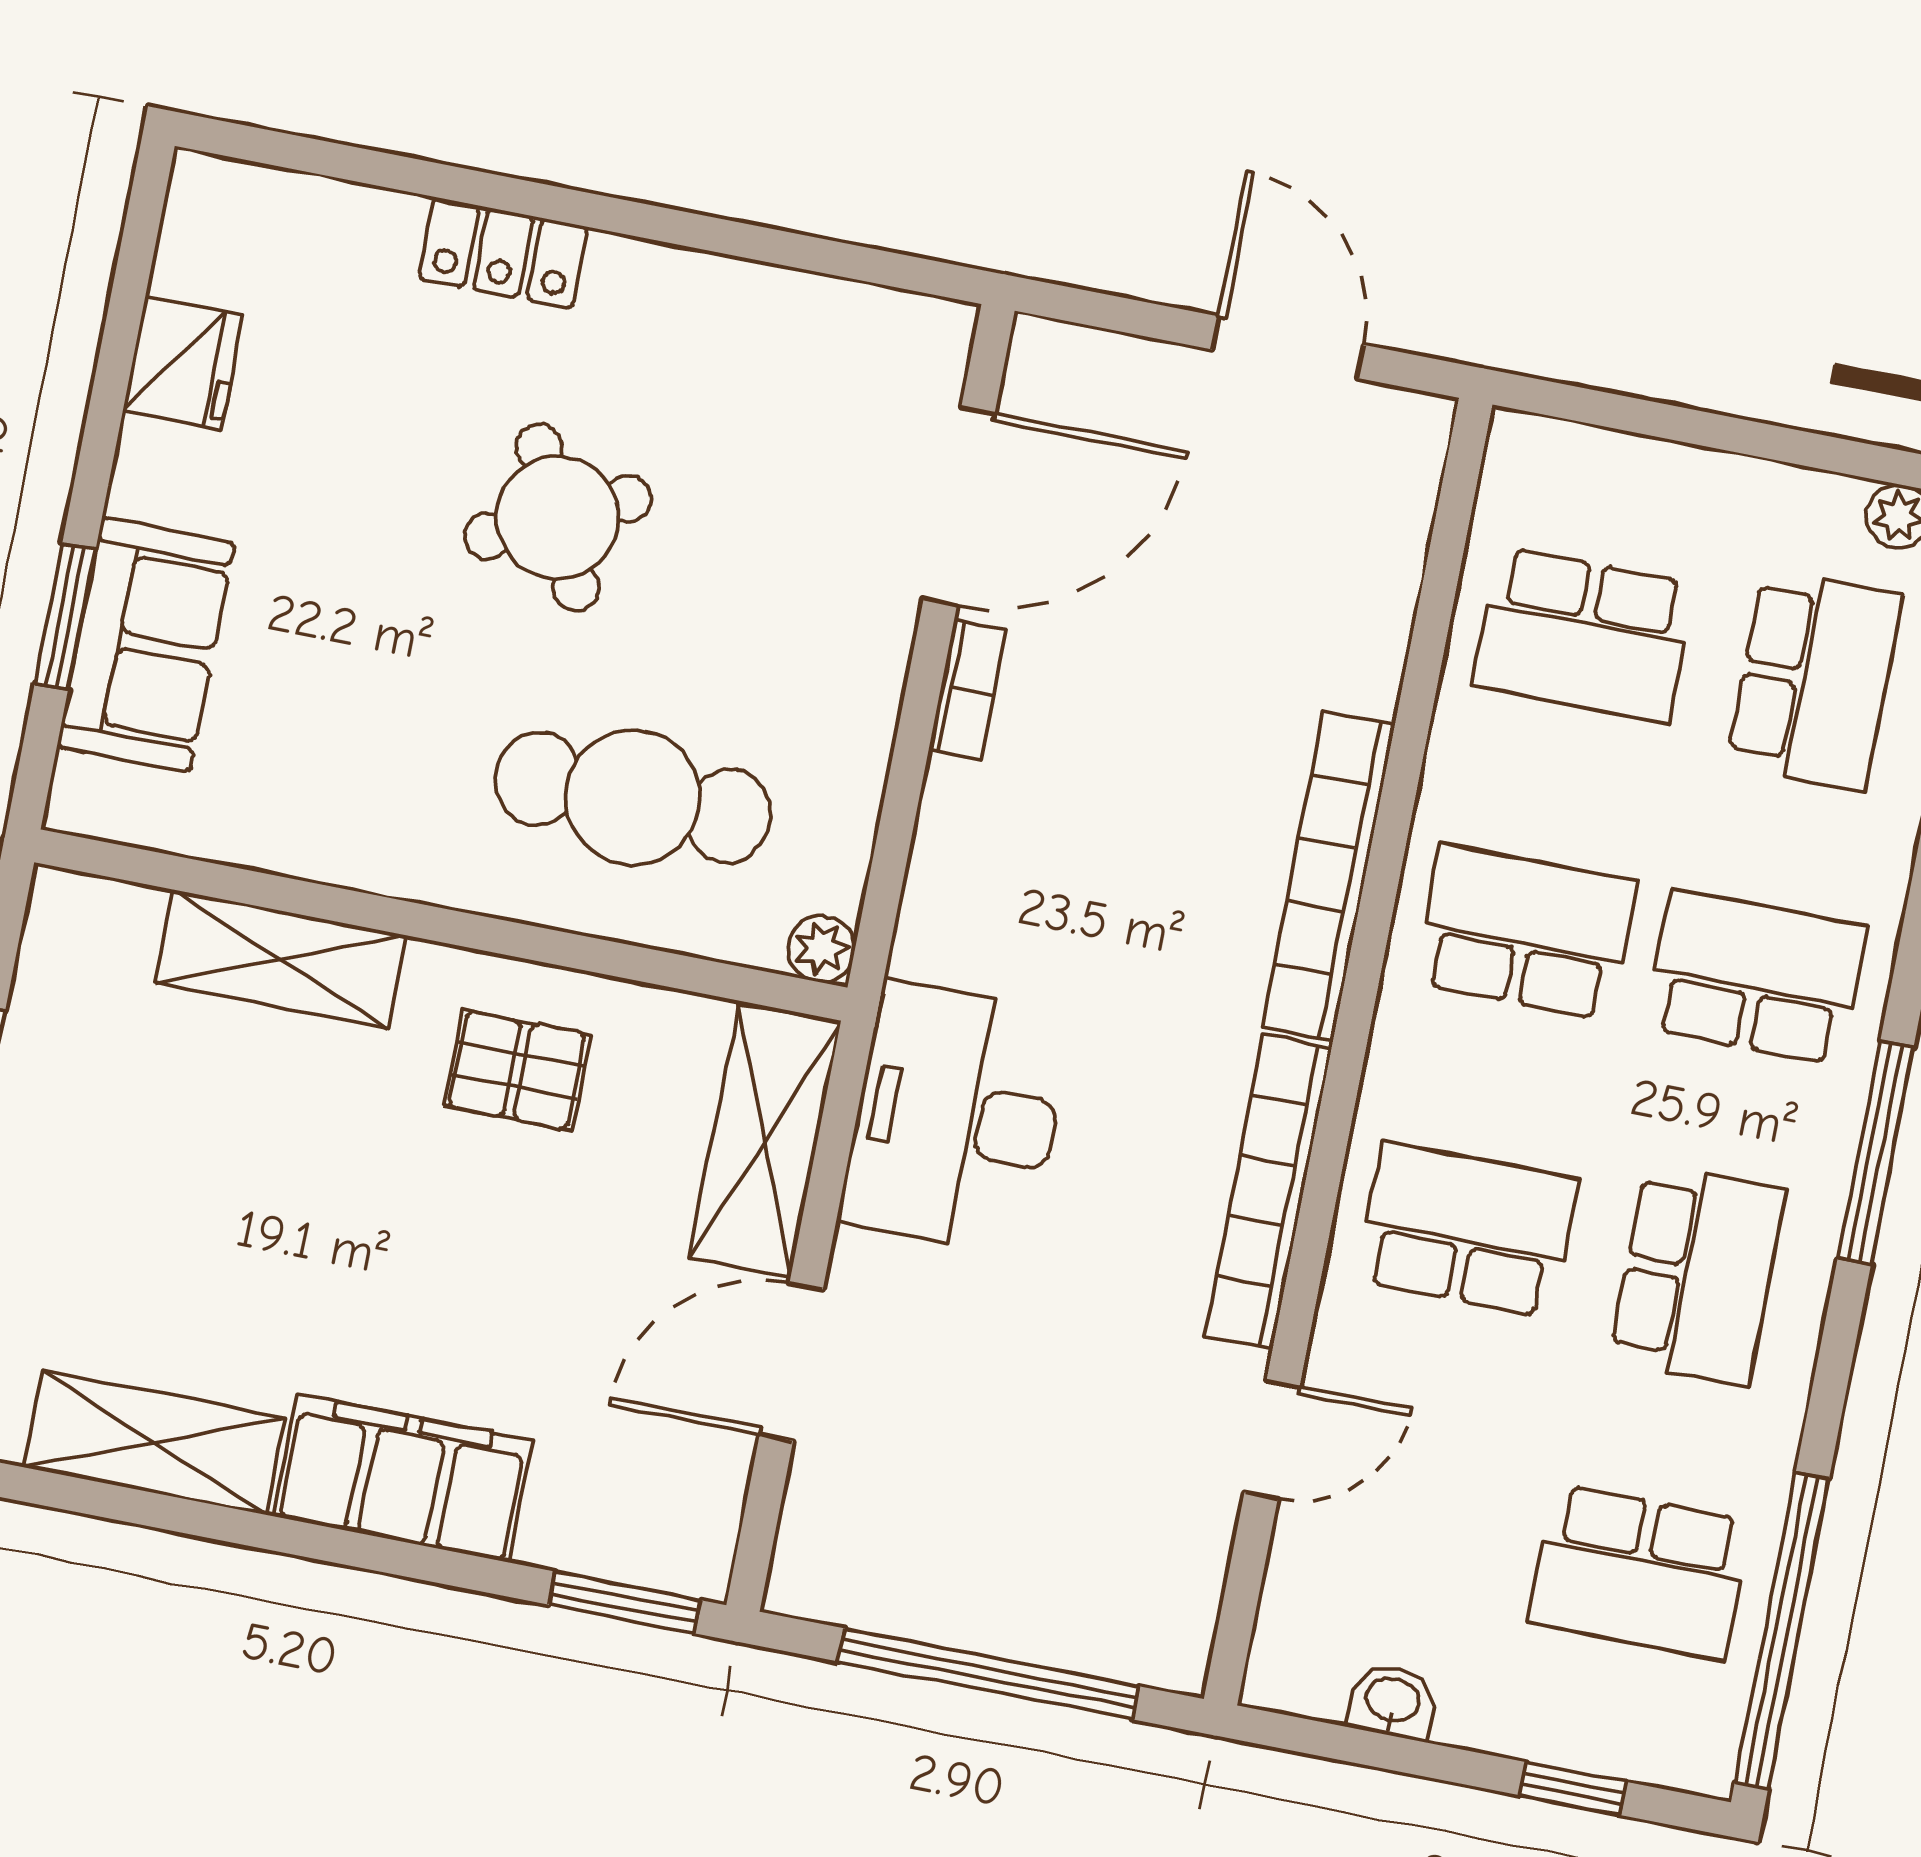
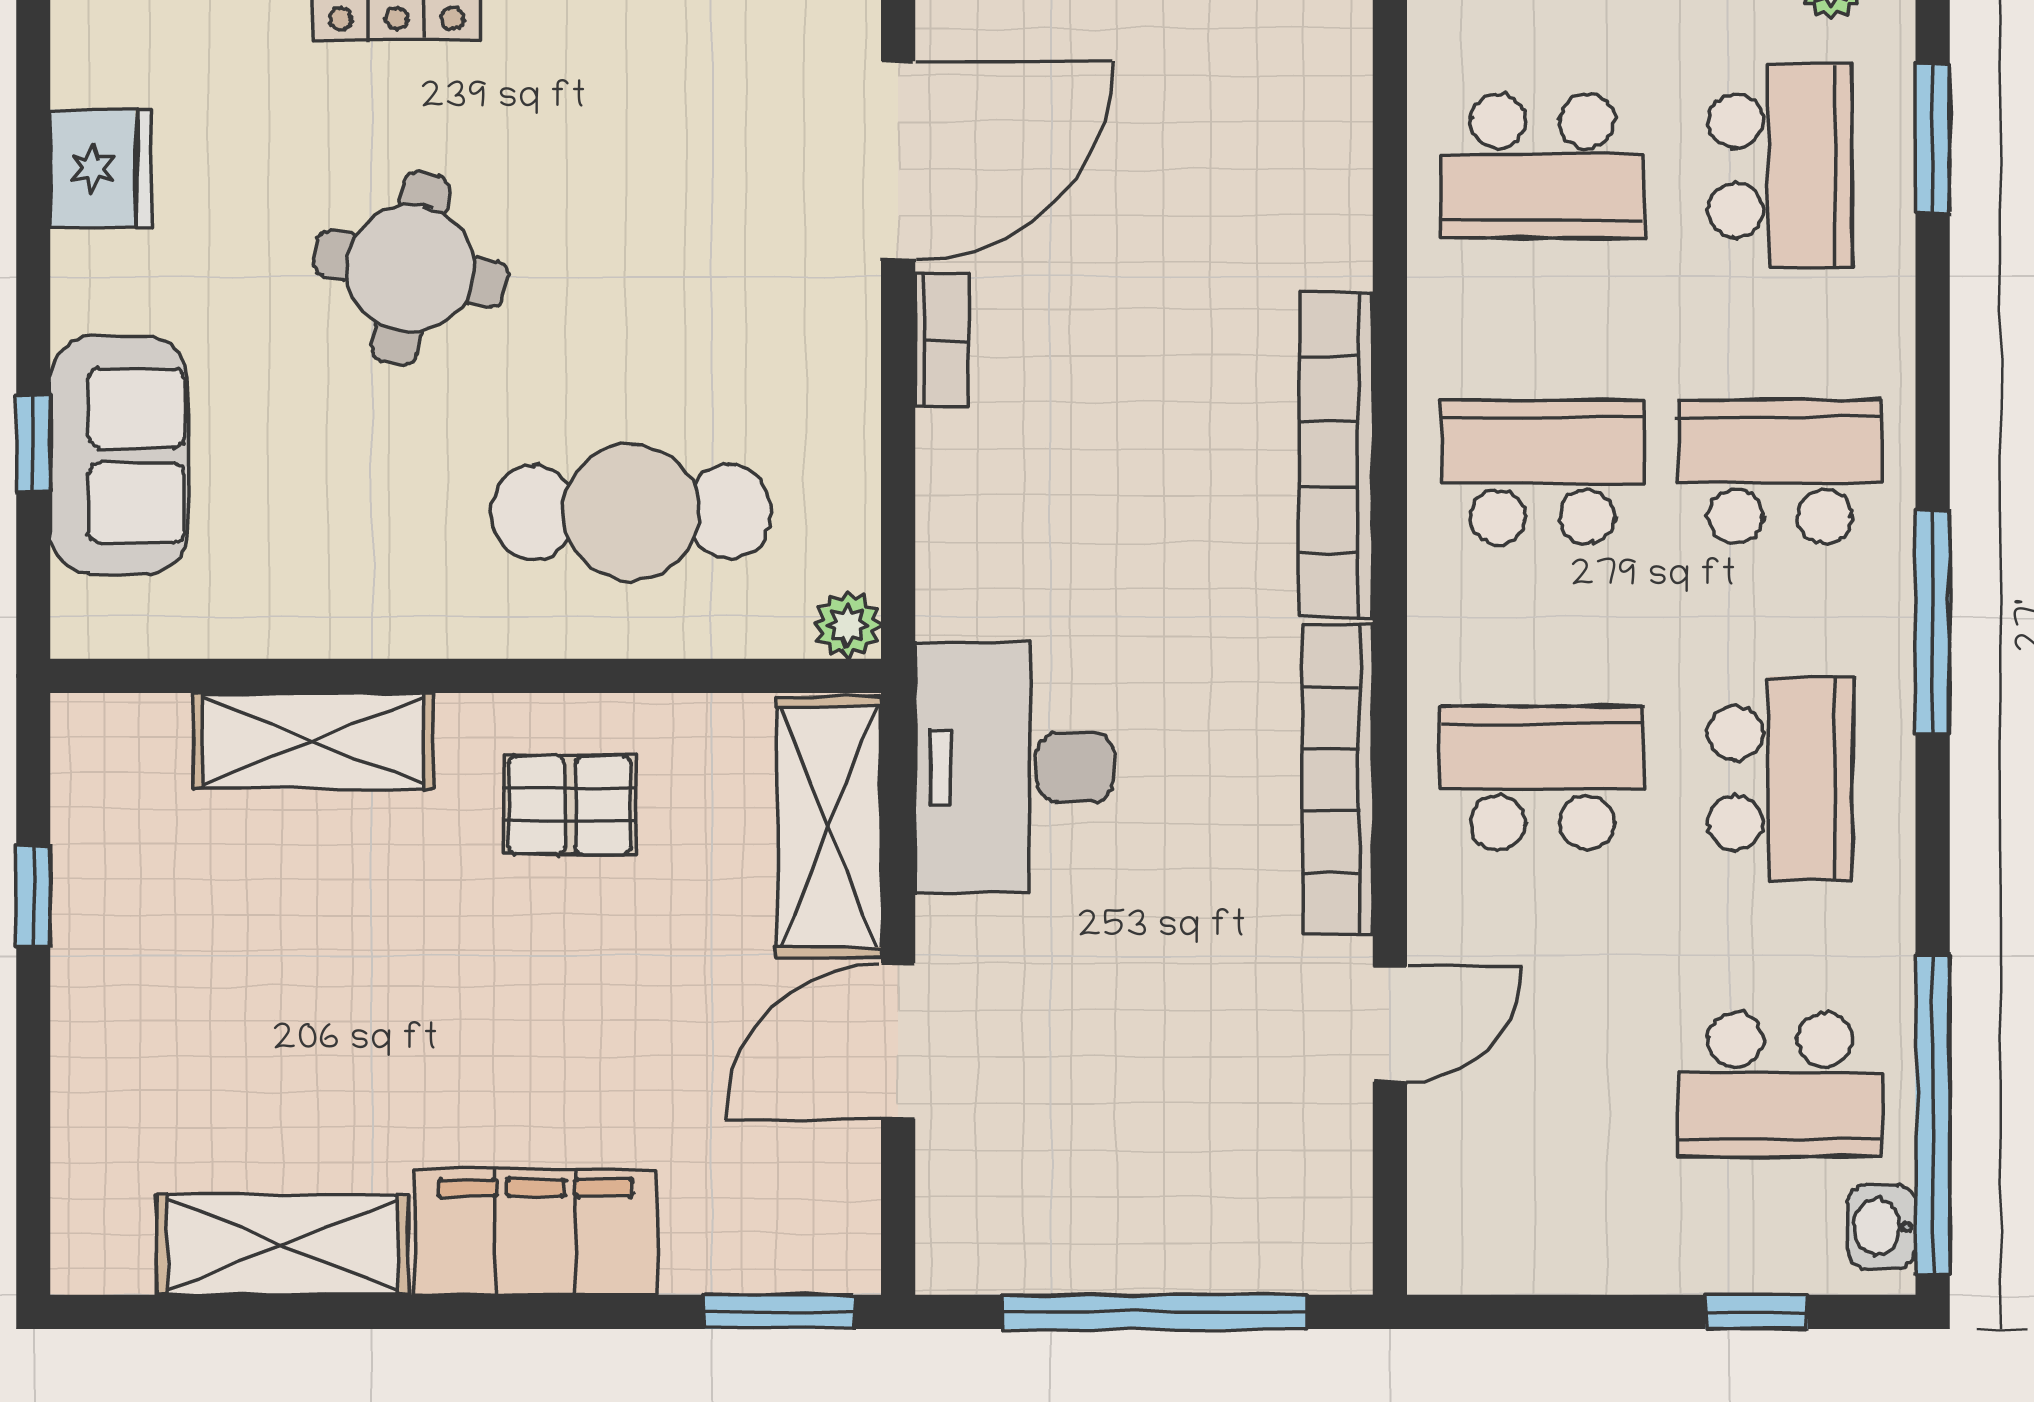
round table: (558, 517) -> (411, 268), moved, turned 37
window: (65, 617) -> (33, 443), width x0.67
washbasin: (1392, 1702) -> (1882, 1227), moved, turned -90

